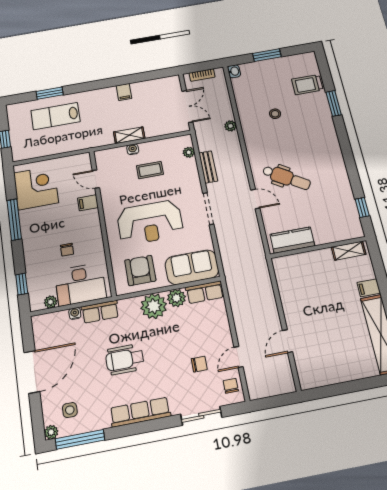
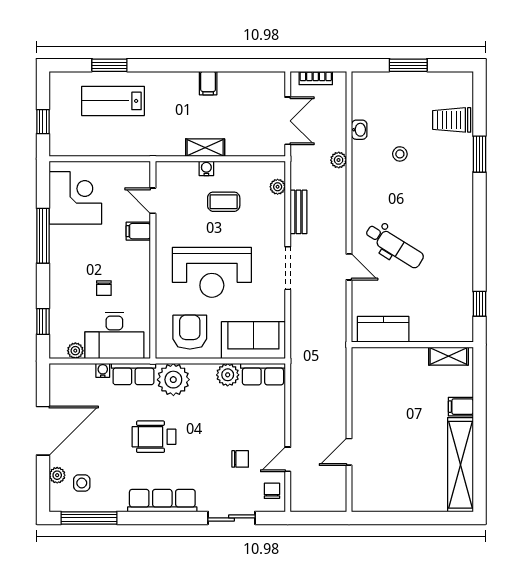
washbasin: (234, 71) -> (359, 130), moved
plant: (154, 306) -> (173, 380), moved
plant: (51, 432) -> (57, 475), moved

